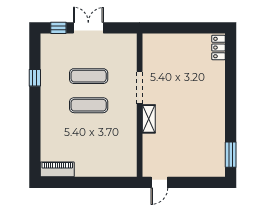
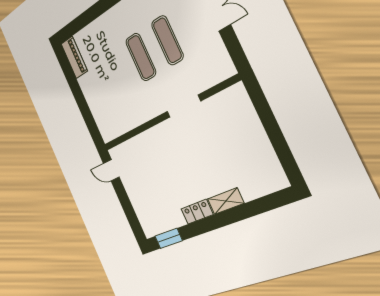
locker: (218, 48) -> (197, 212), moved
shelving: (149, 119) -> (226, 201), moved

